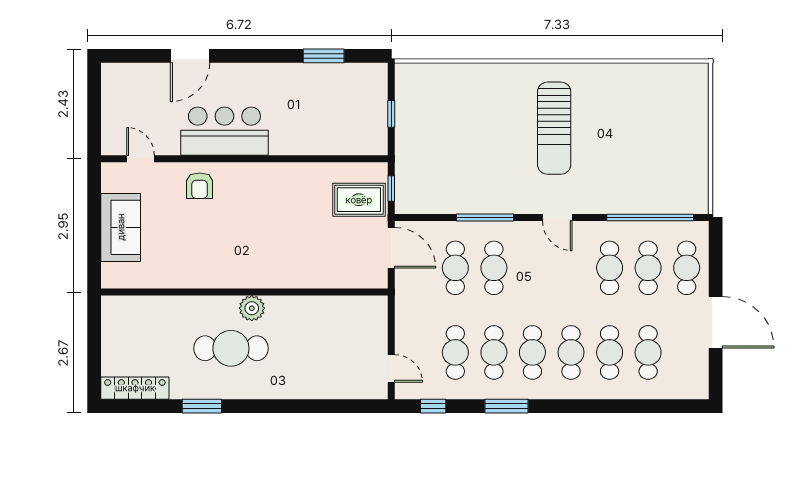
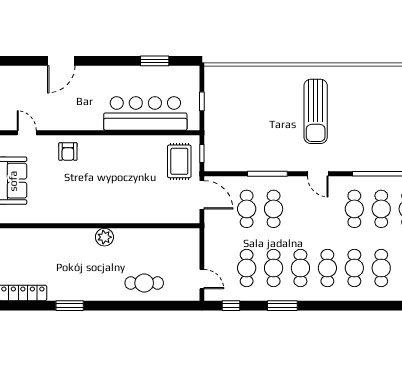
bar counter: (224, 131) -> (145, 113), moved, width x1.36
rug: (359, 200) -> (179, 161), turned 90
cafe table: (231, 348) -> (144, 283), moved, width x0.73, depth x0.74

